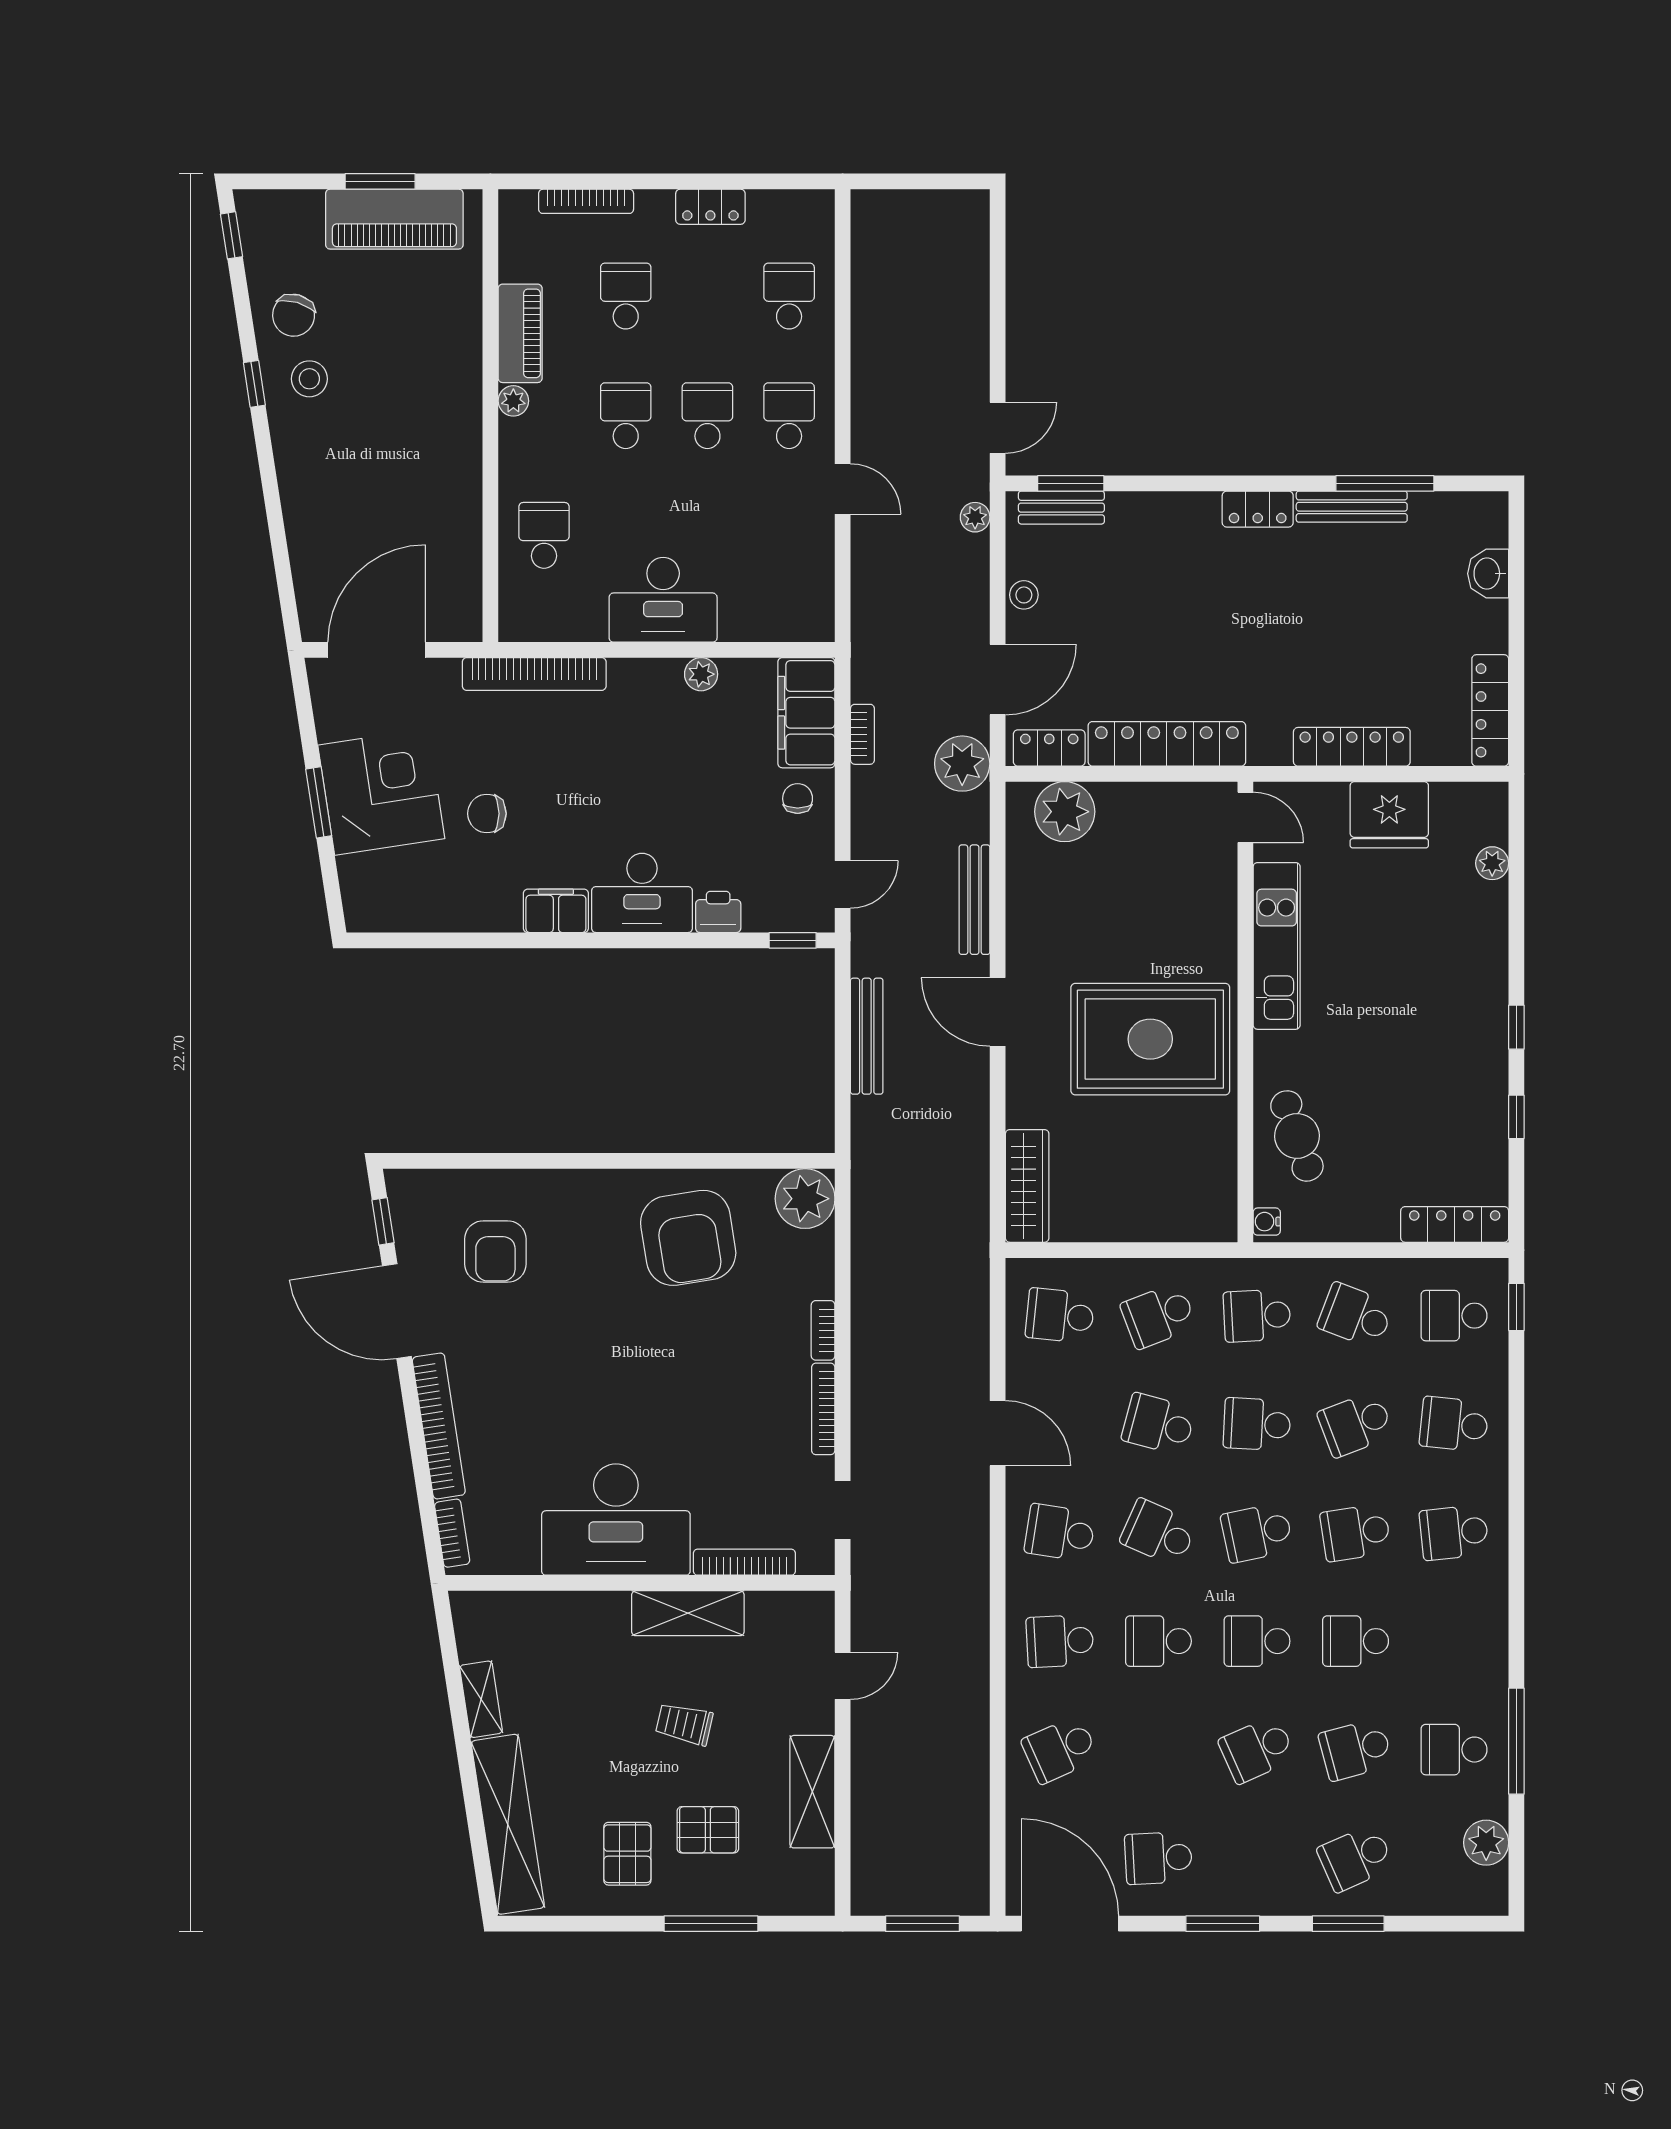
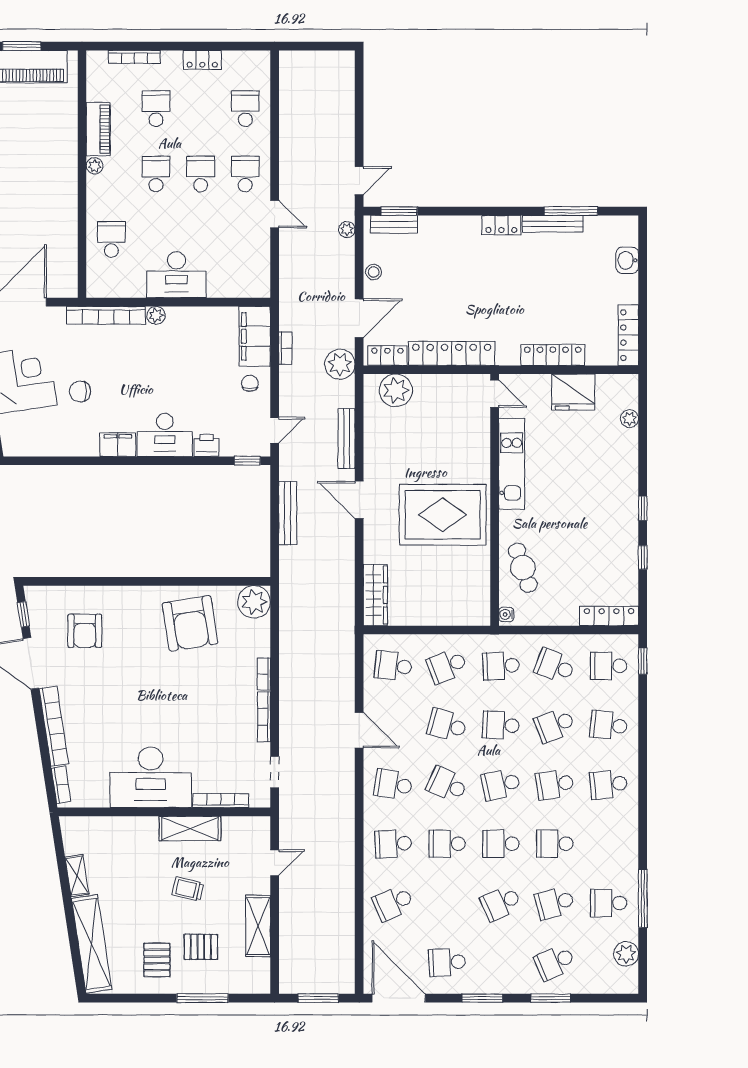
plant: (701, 674) -> (156, 315), moved

